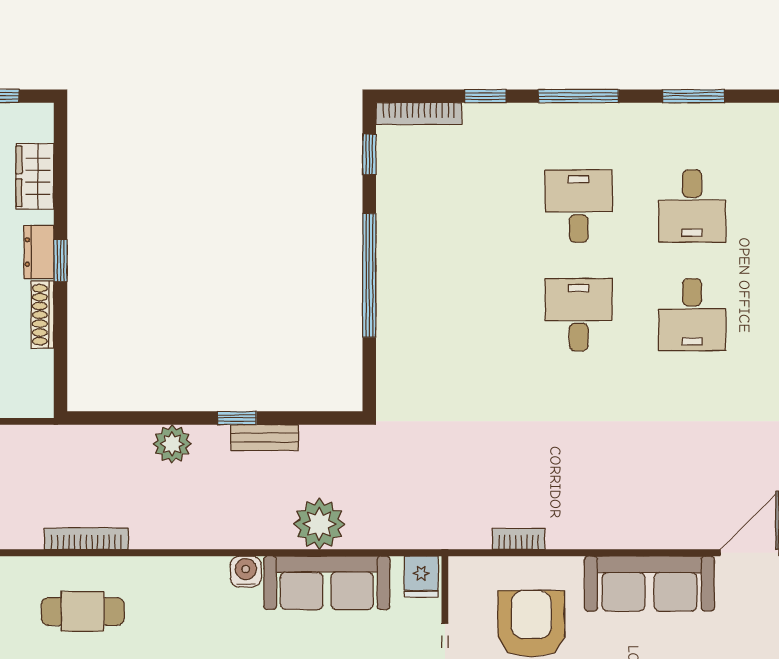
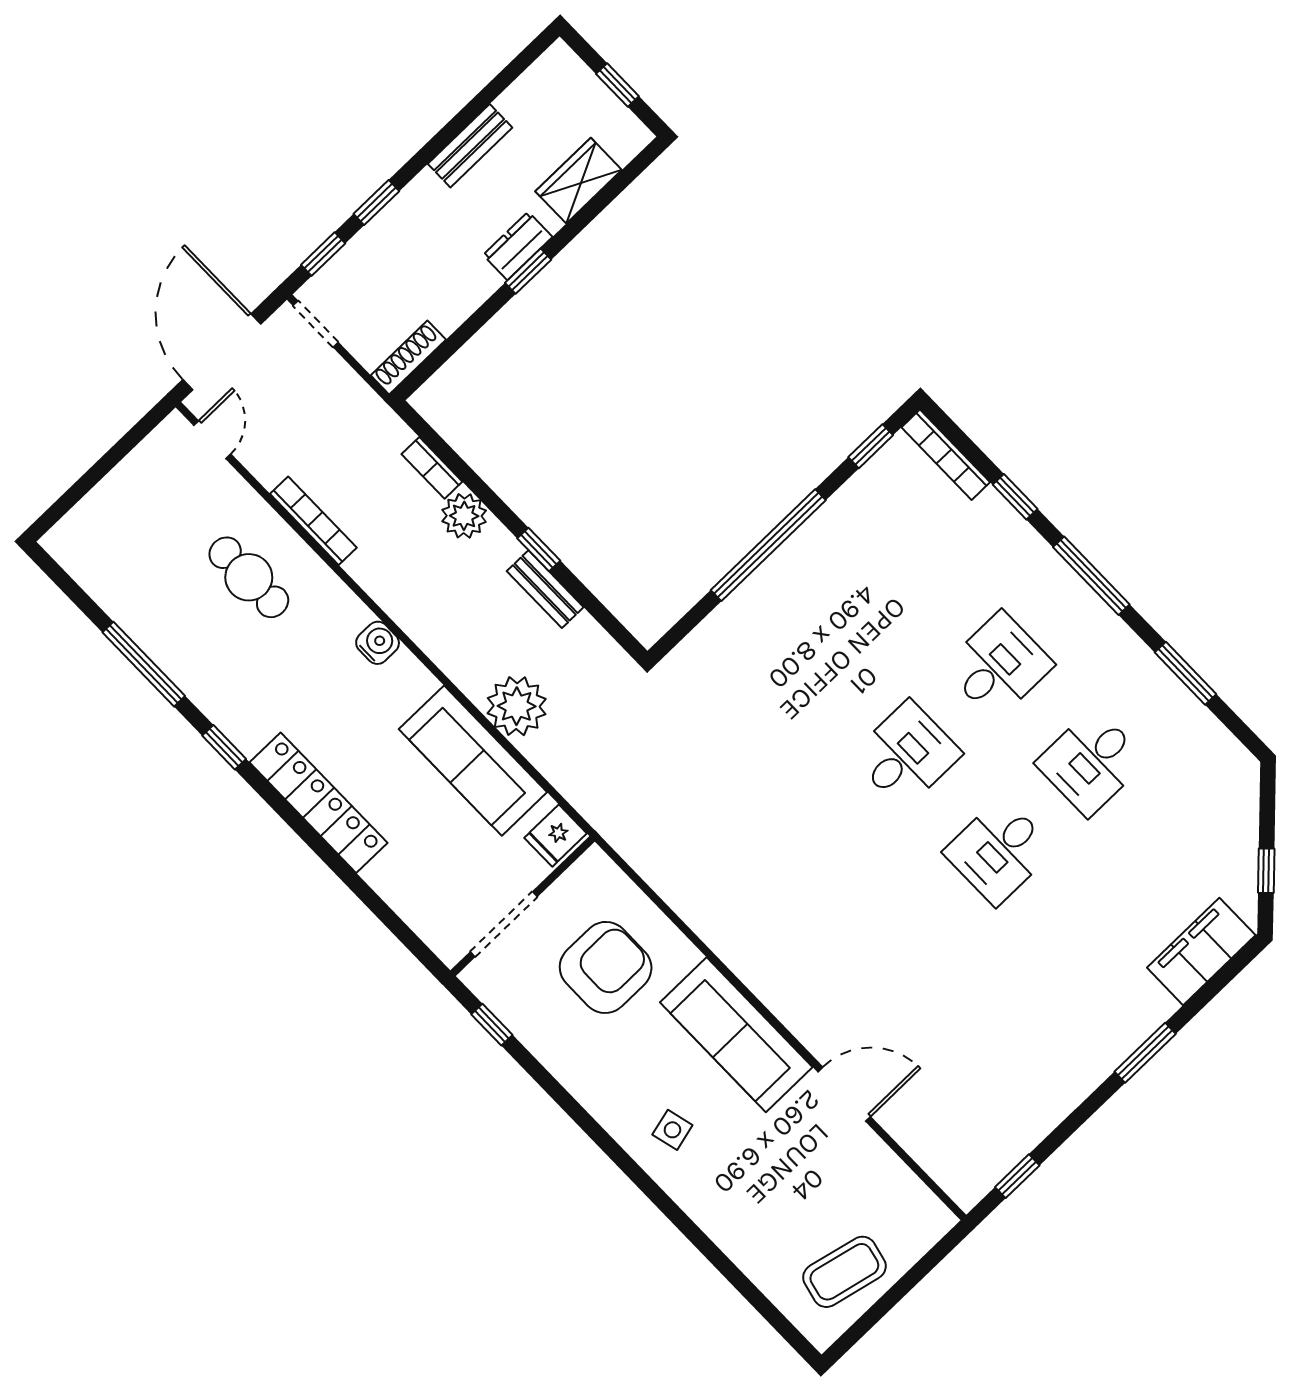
shoe rack: (43, 315) -> (408, 357), moved
bookcase: (518, 539) -> (432, 468), moved, turned 180
water cooler: (246, 572) -> (378, 643), moved

